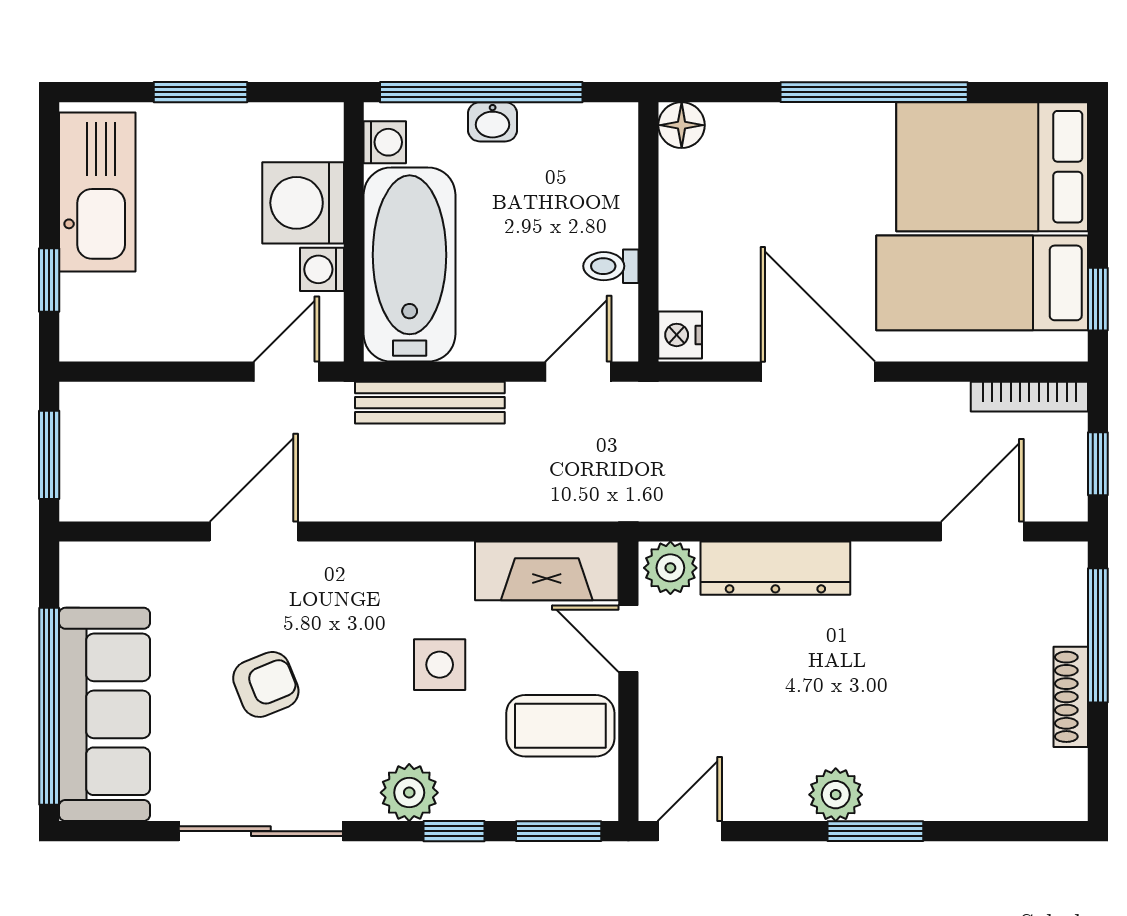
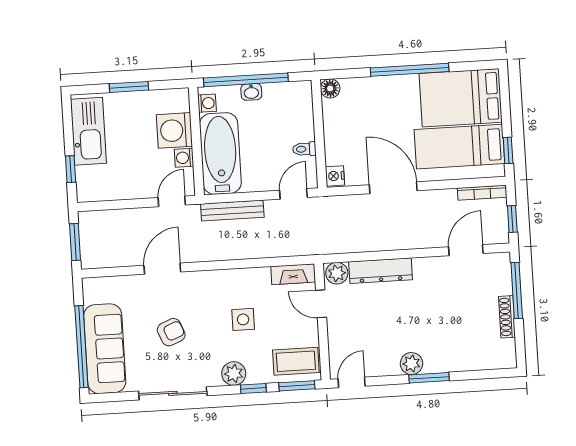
fireplace: (547, 571) -> (293, 274), width x0.73, depth x0.76
coffee table: (560, 726) -> (296, 361), moved

